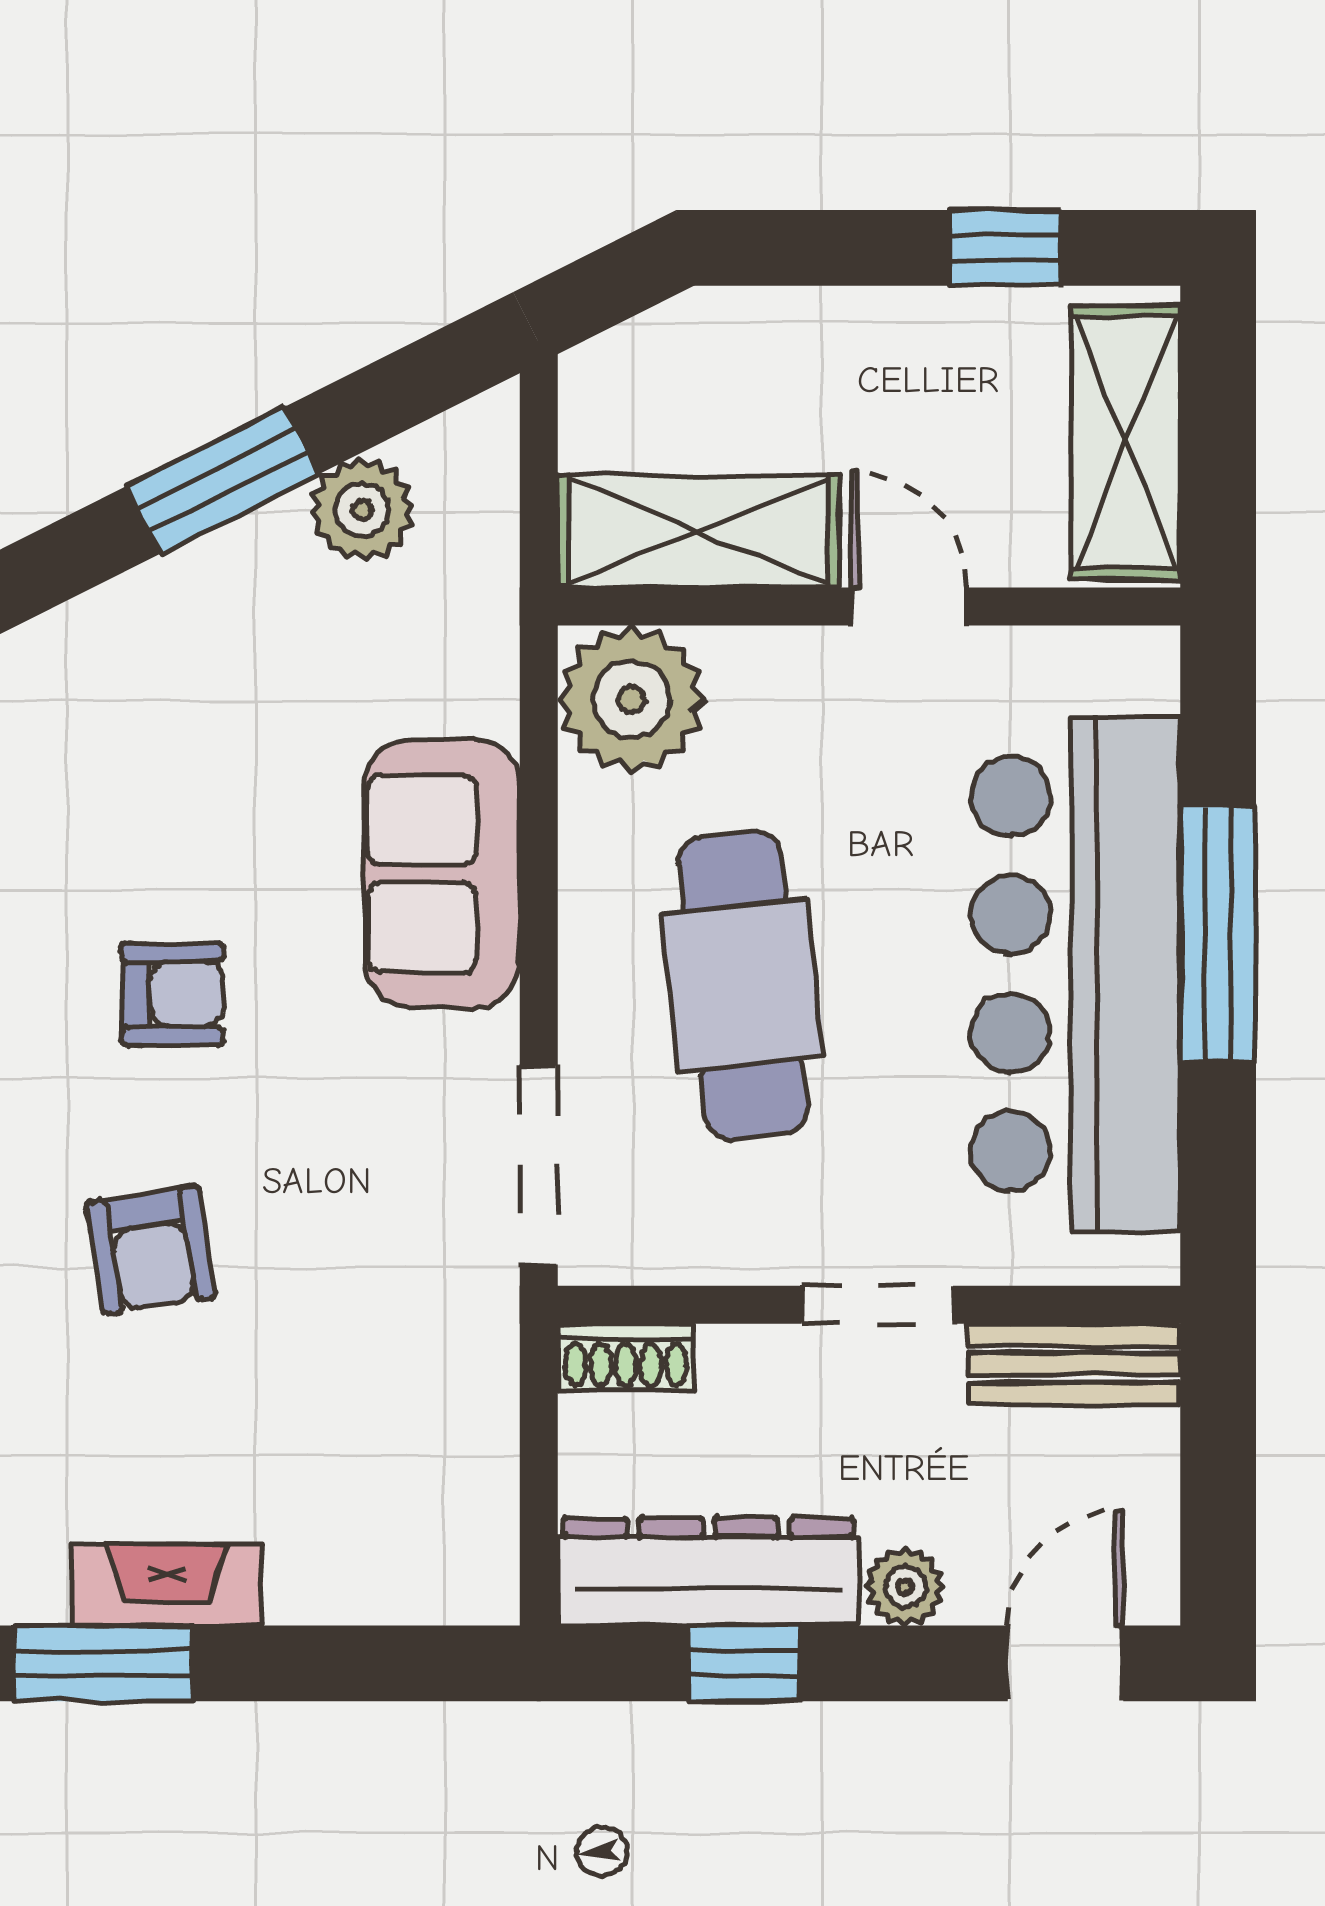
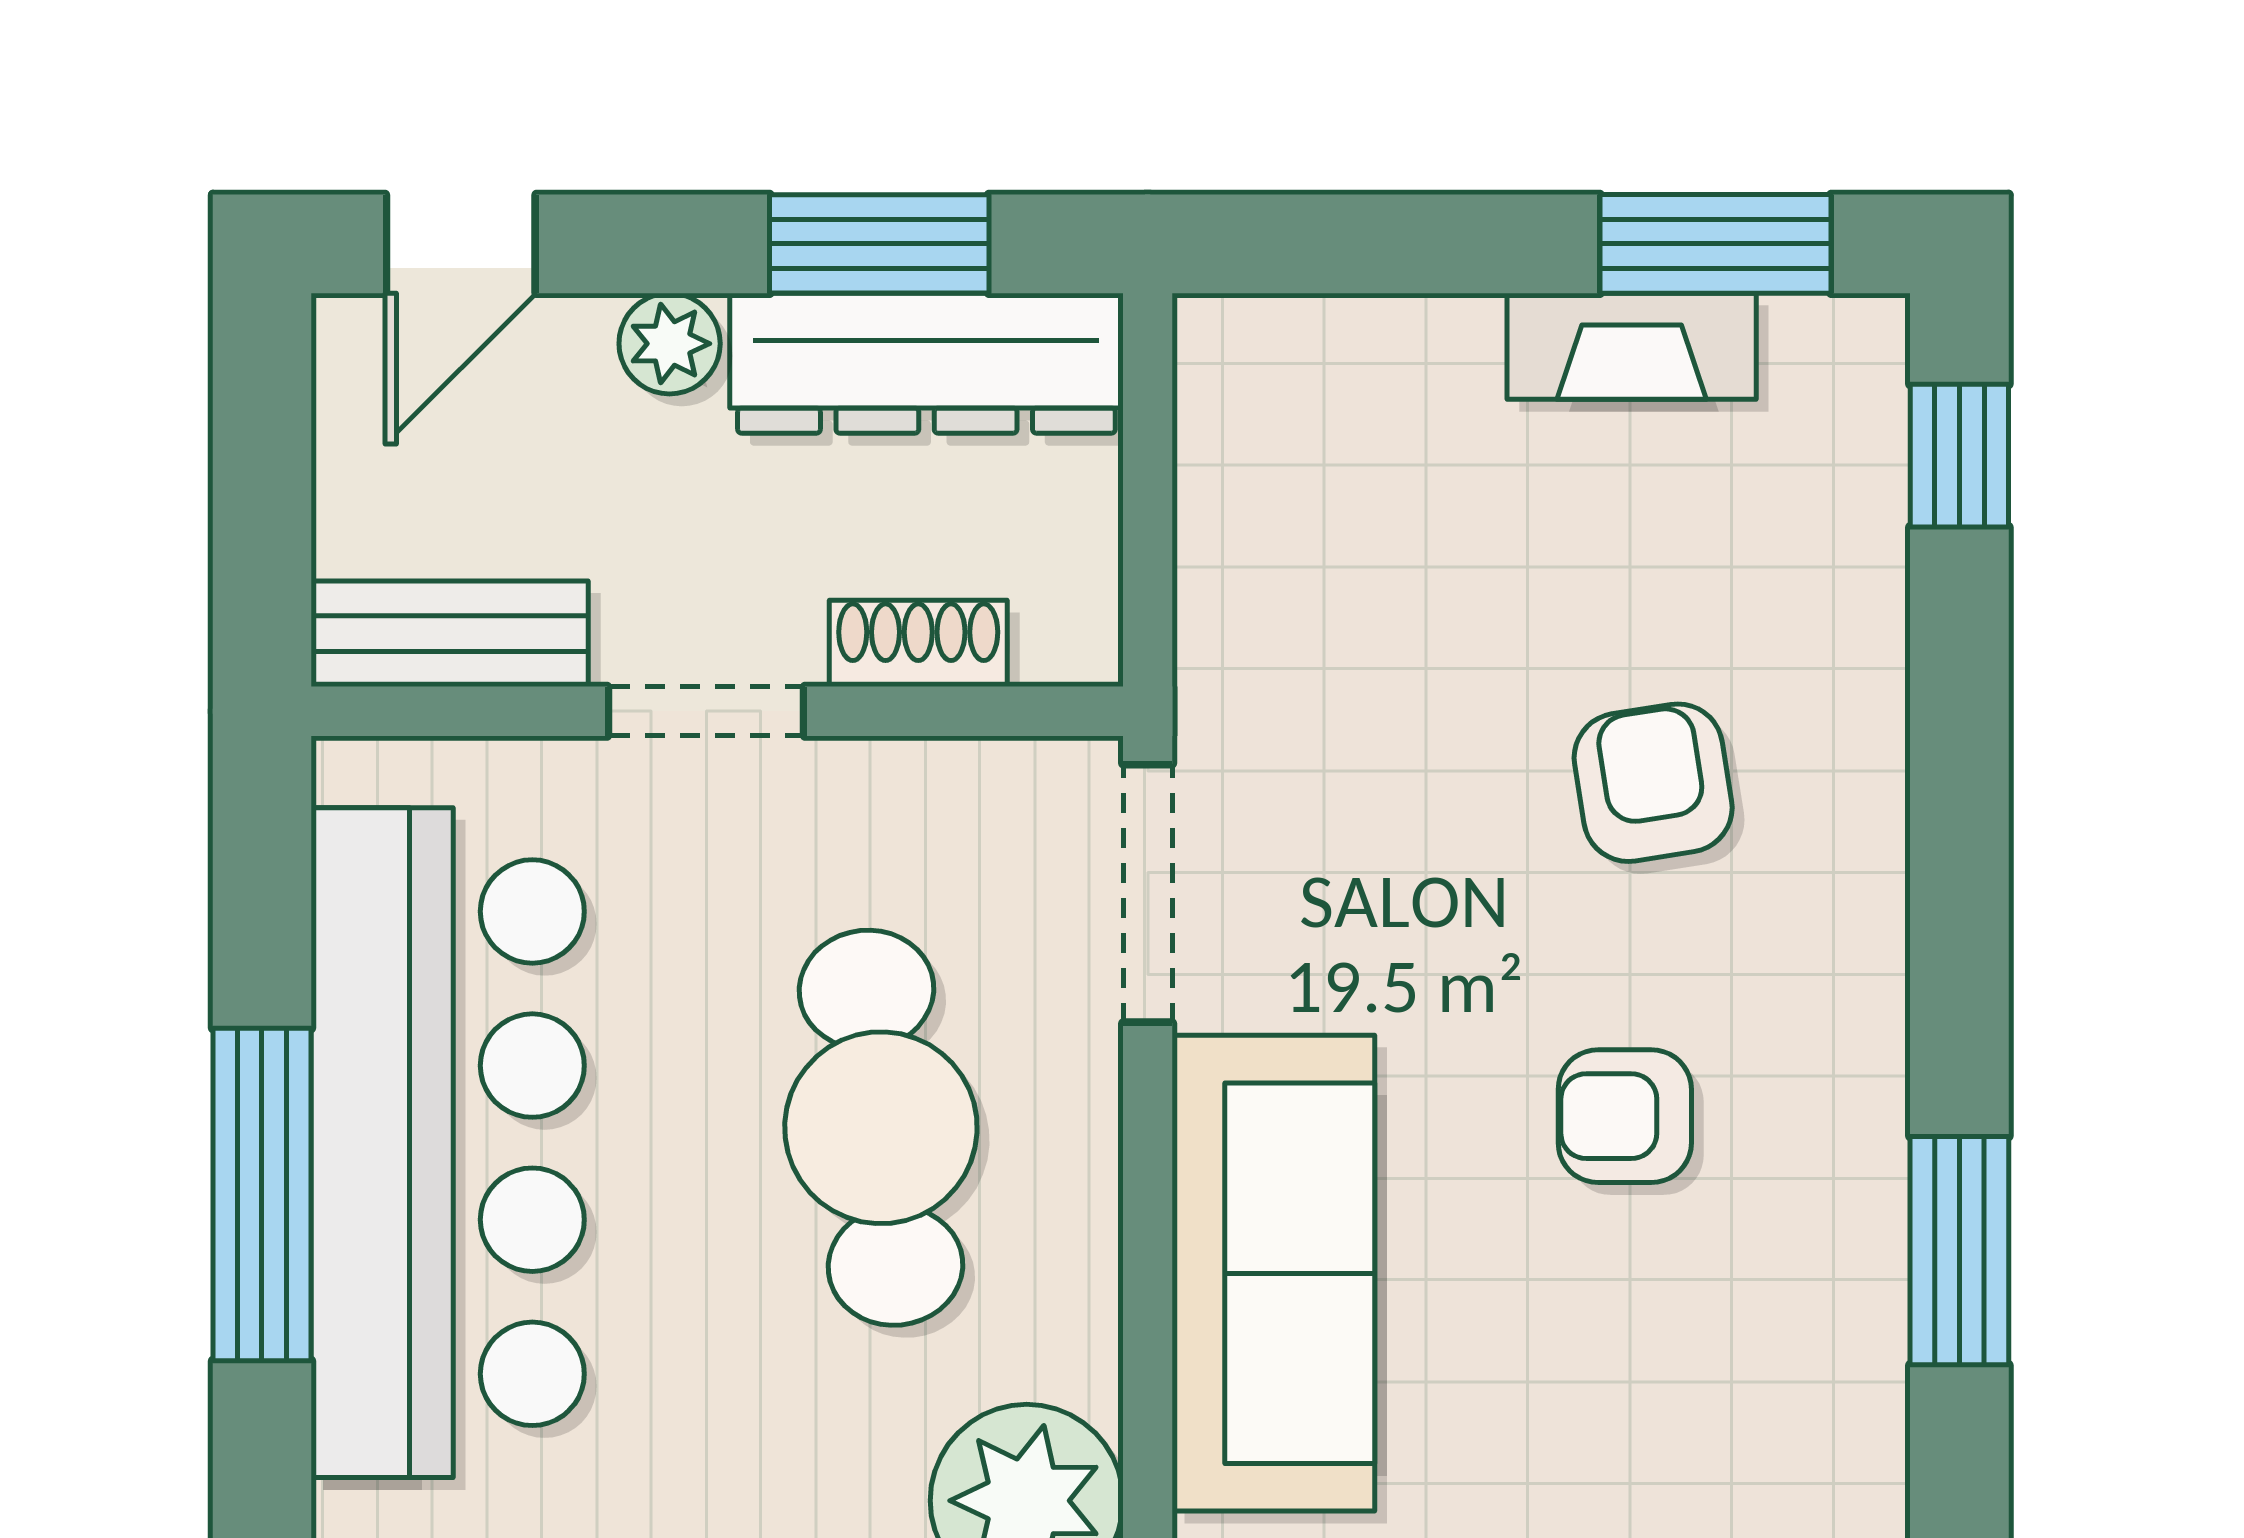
sofa: (442, 874) -> (1273, 1273), width x1.36
shoe rack: (626, 1357) -> (918, 643), moved
window: (744, 1663) -> (879, 244), width x1.50

